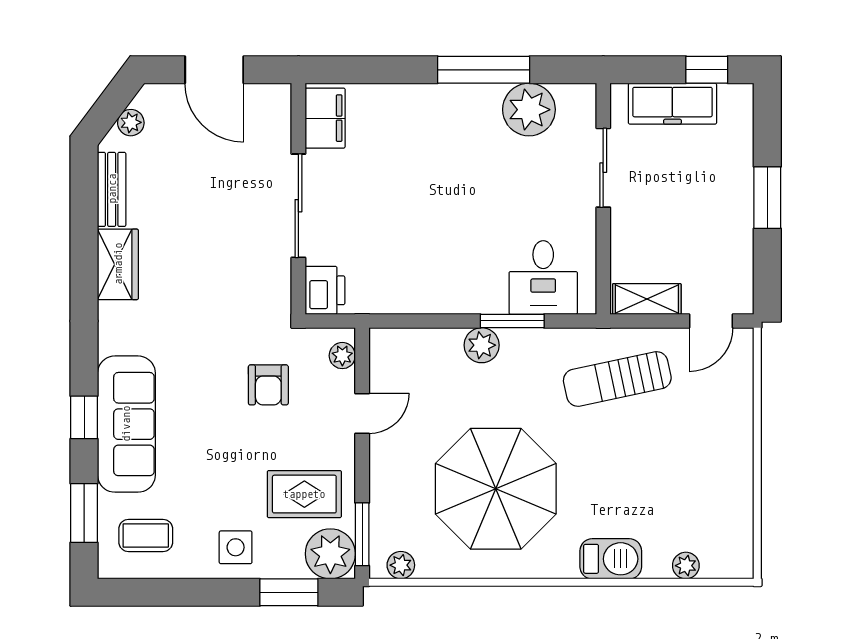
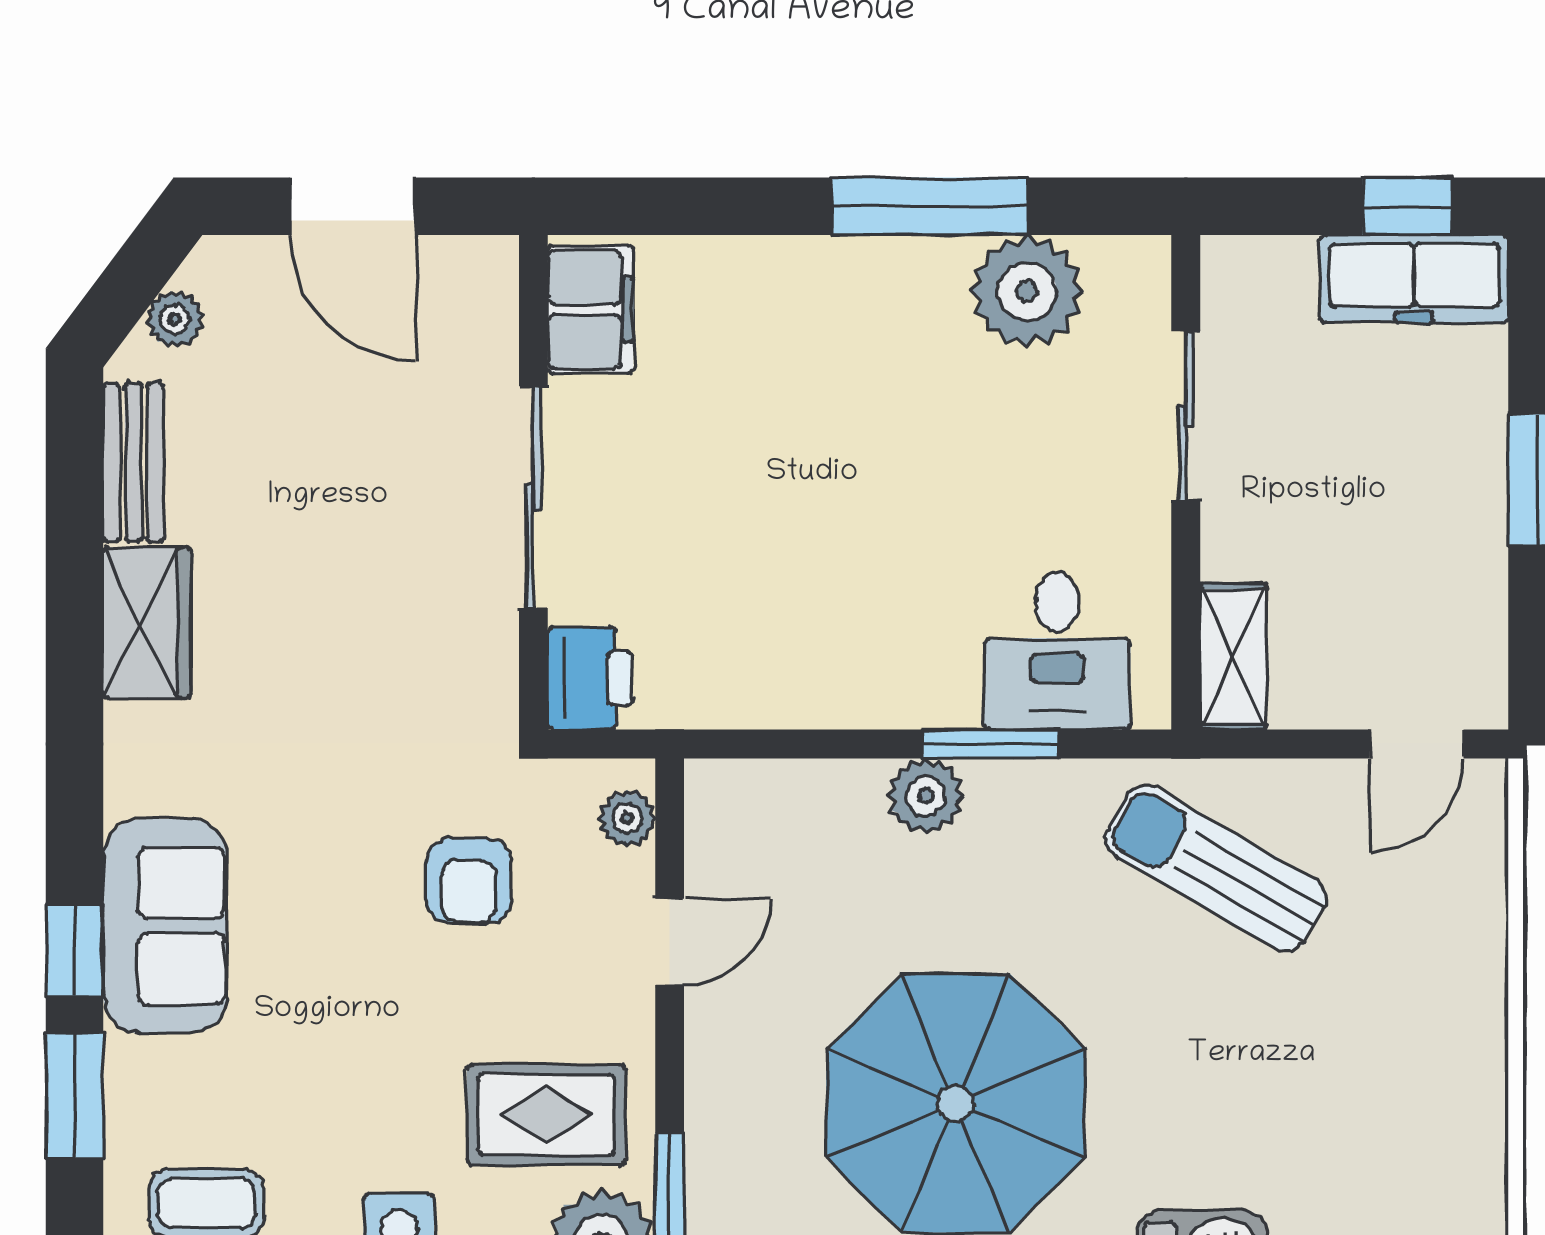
freezer: (672, 104) -> (1414, 279), moved
shelving: (647, 299) -> (1233, 657), moved, turned 90
sun lounger: (617, 379) -> (1216, 868), turned 42
sofa: (126, 424) -> (165, 926), width x0.73
window: (84, 513) -> (74, 1096), moved

